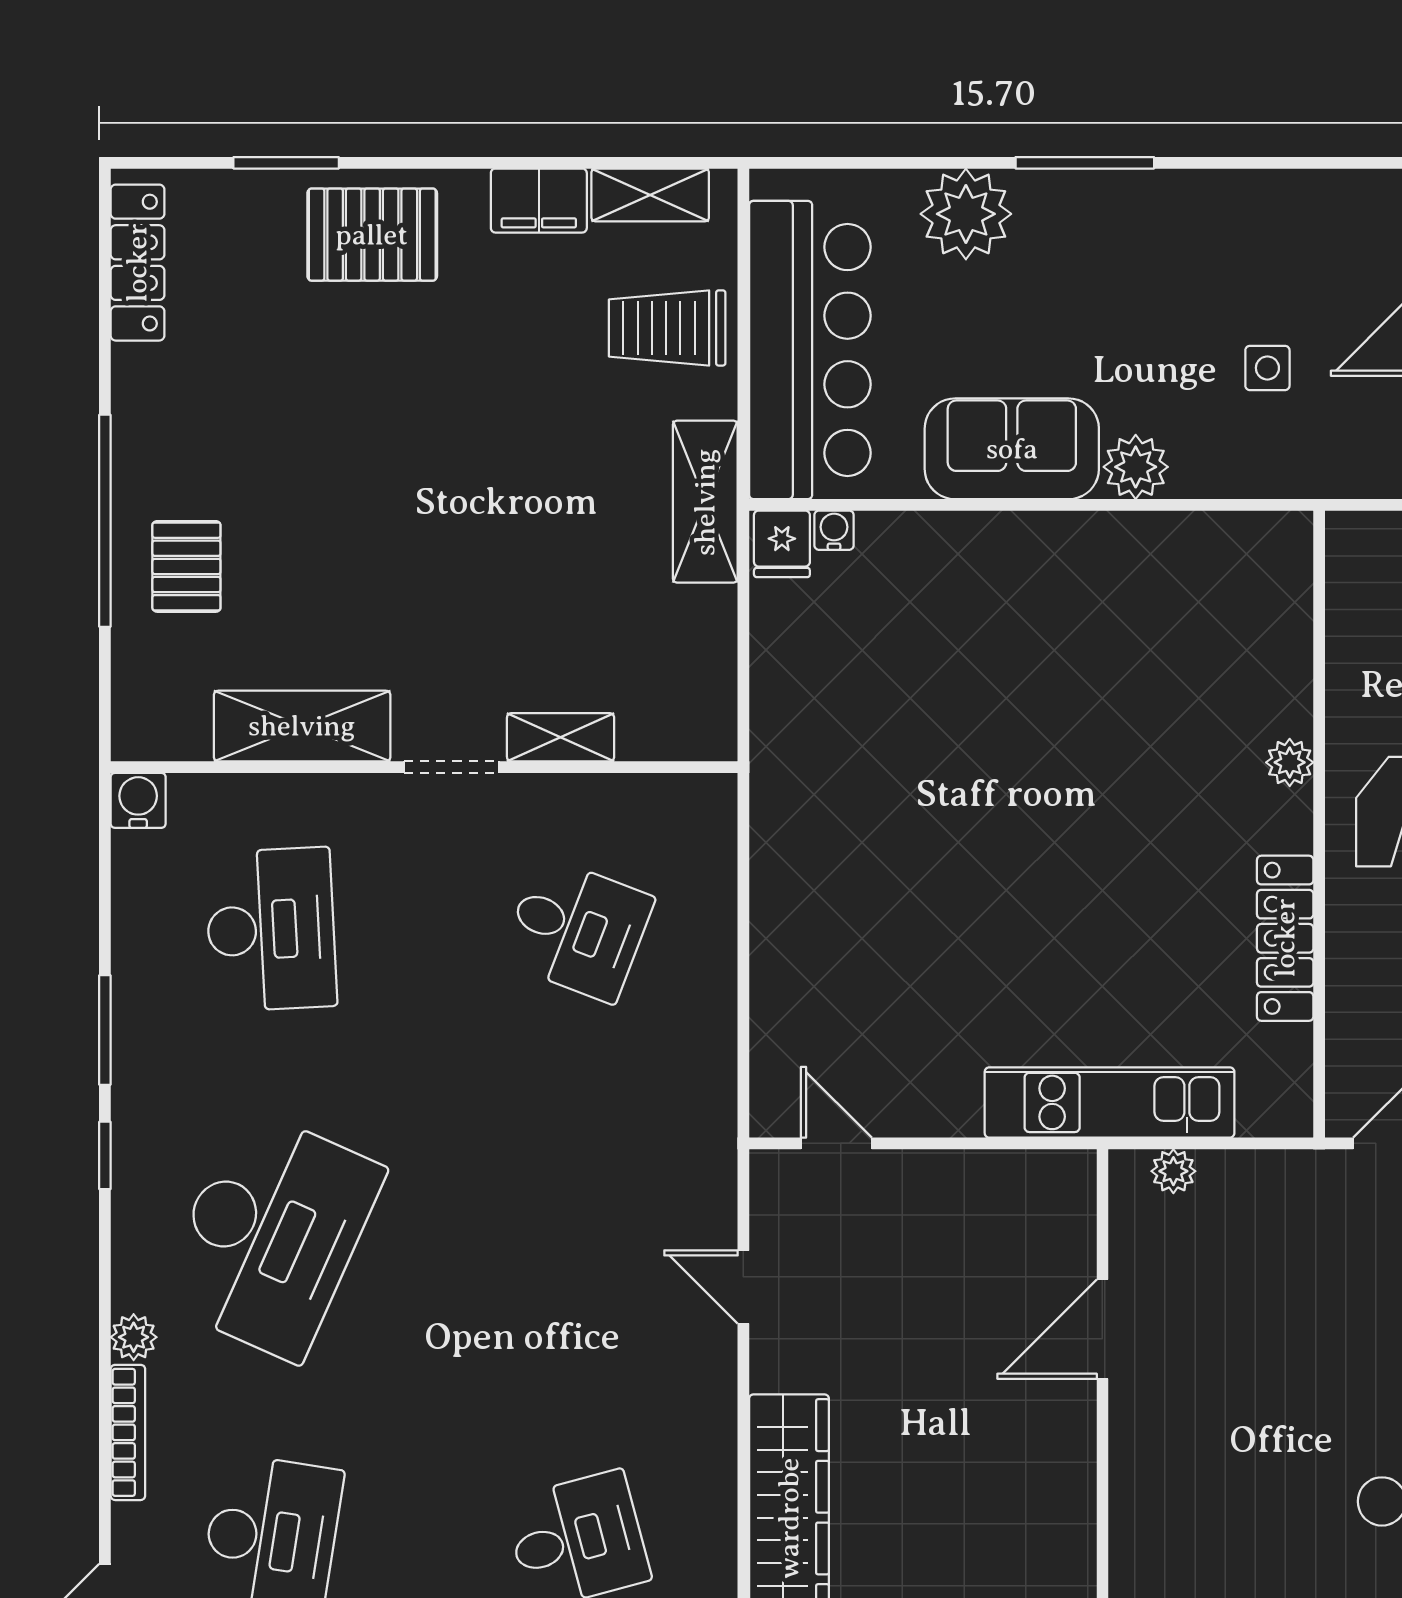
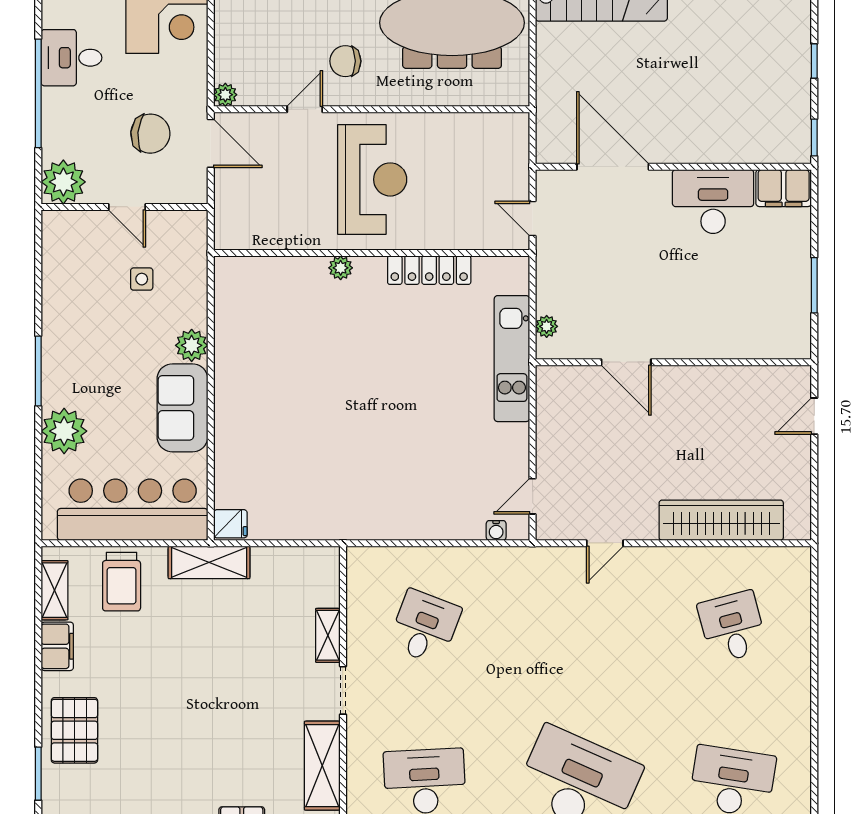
water cooler: (834, 530) -> (496, 530), moved, turned -90

